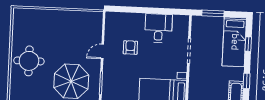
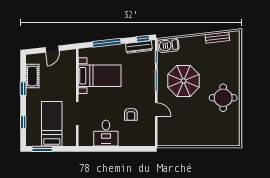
window: (213, 13) -> (42, 149), moved
bed: (234, 42) -> (52, 124), moved
door: (102, 51) -> (156, 110), hinge flipped

